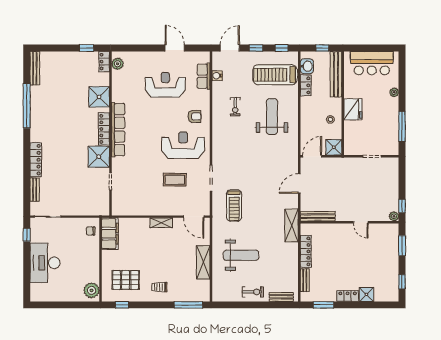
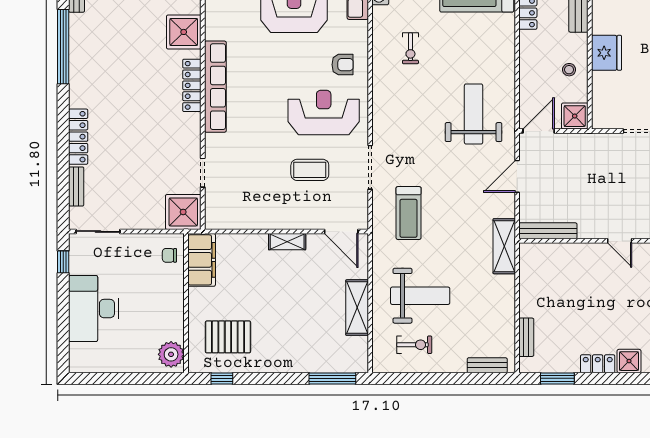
weight bench: (272, 117) -> (474, 114), moved
shower: (99, 157) -> (183, 212), moved
locker: (306, 251) -> (528, 289), removed
trolley: (159, 287) -> (284, 349), removed
exercise bike: (253, 292) -> (414, 345), moved

